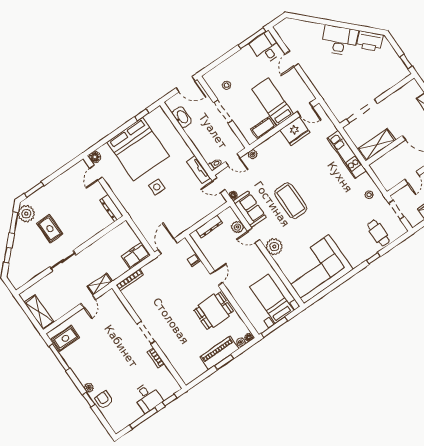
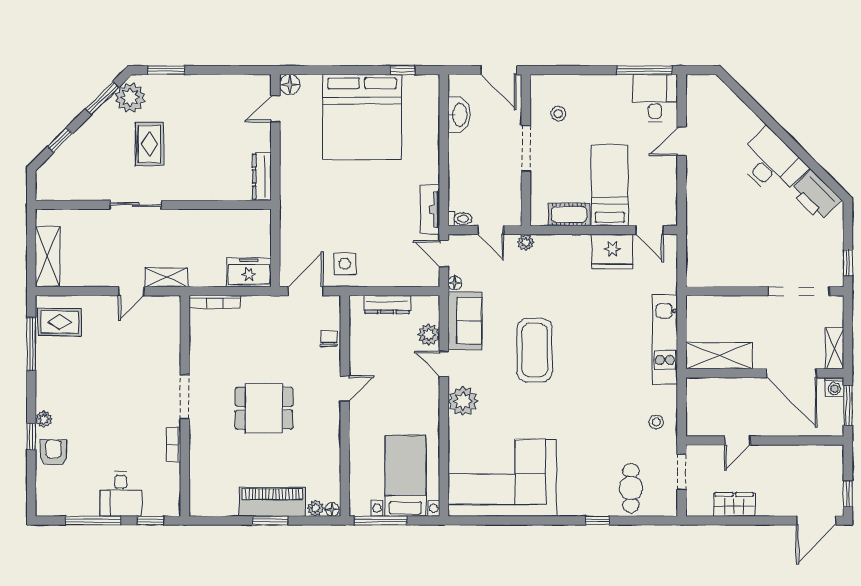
doorway: (362, 111) -> (799, 291), moved
side table: (157, 187) -> (345, 264), moved
dining table: (214, 311) -> (264, 408), moved

